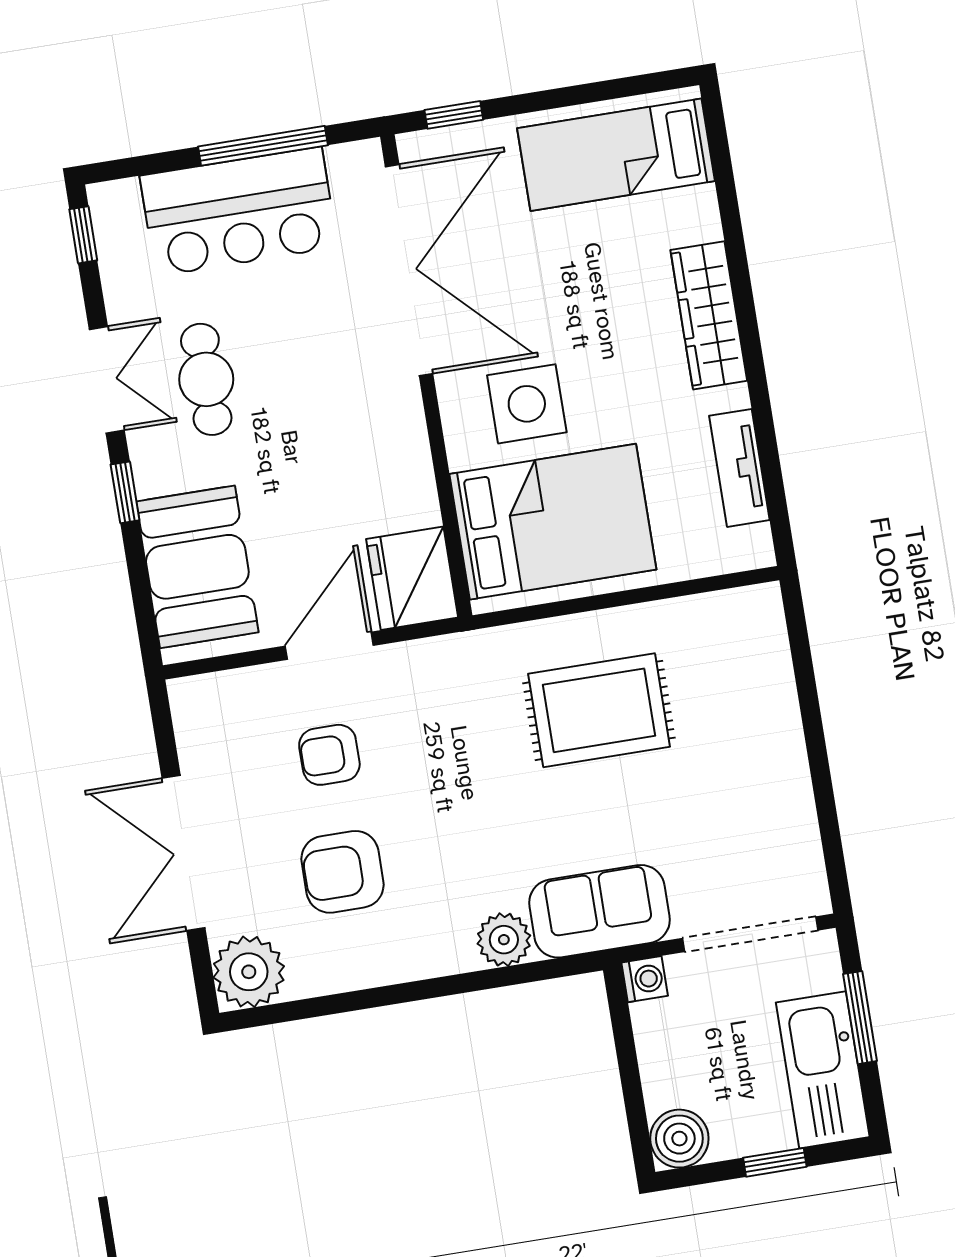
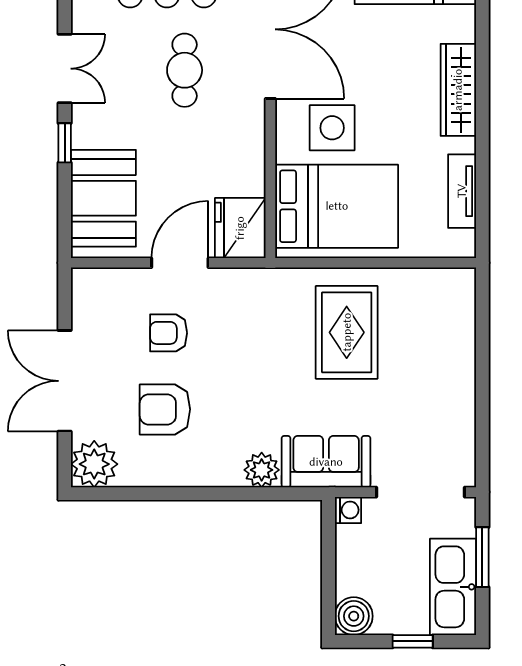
cafe table: (206, 379) -> (185, 70), moved
rug: (599, 710) -> (347, 332), turned 90

